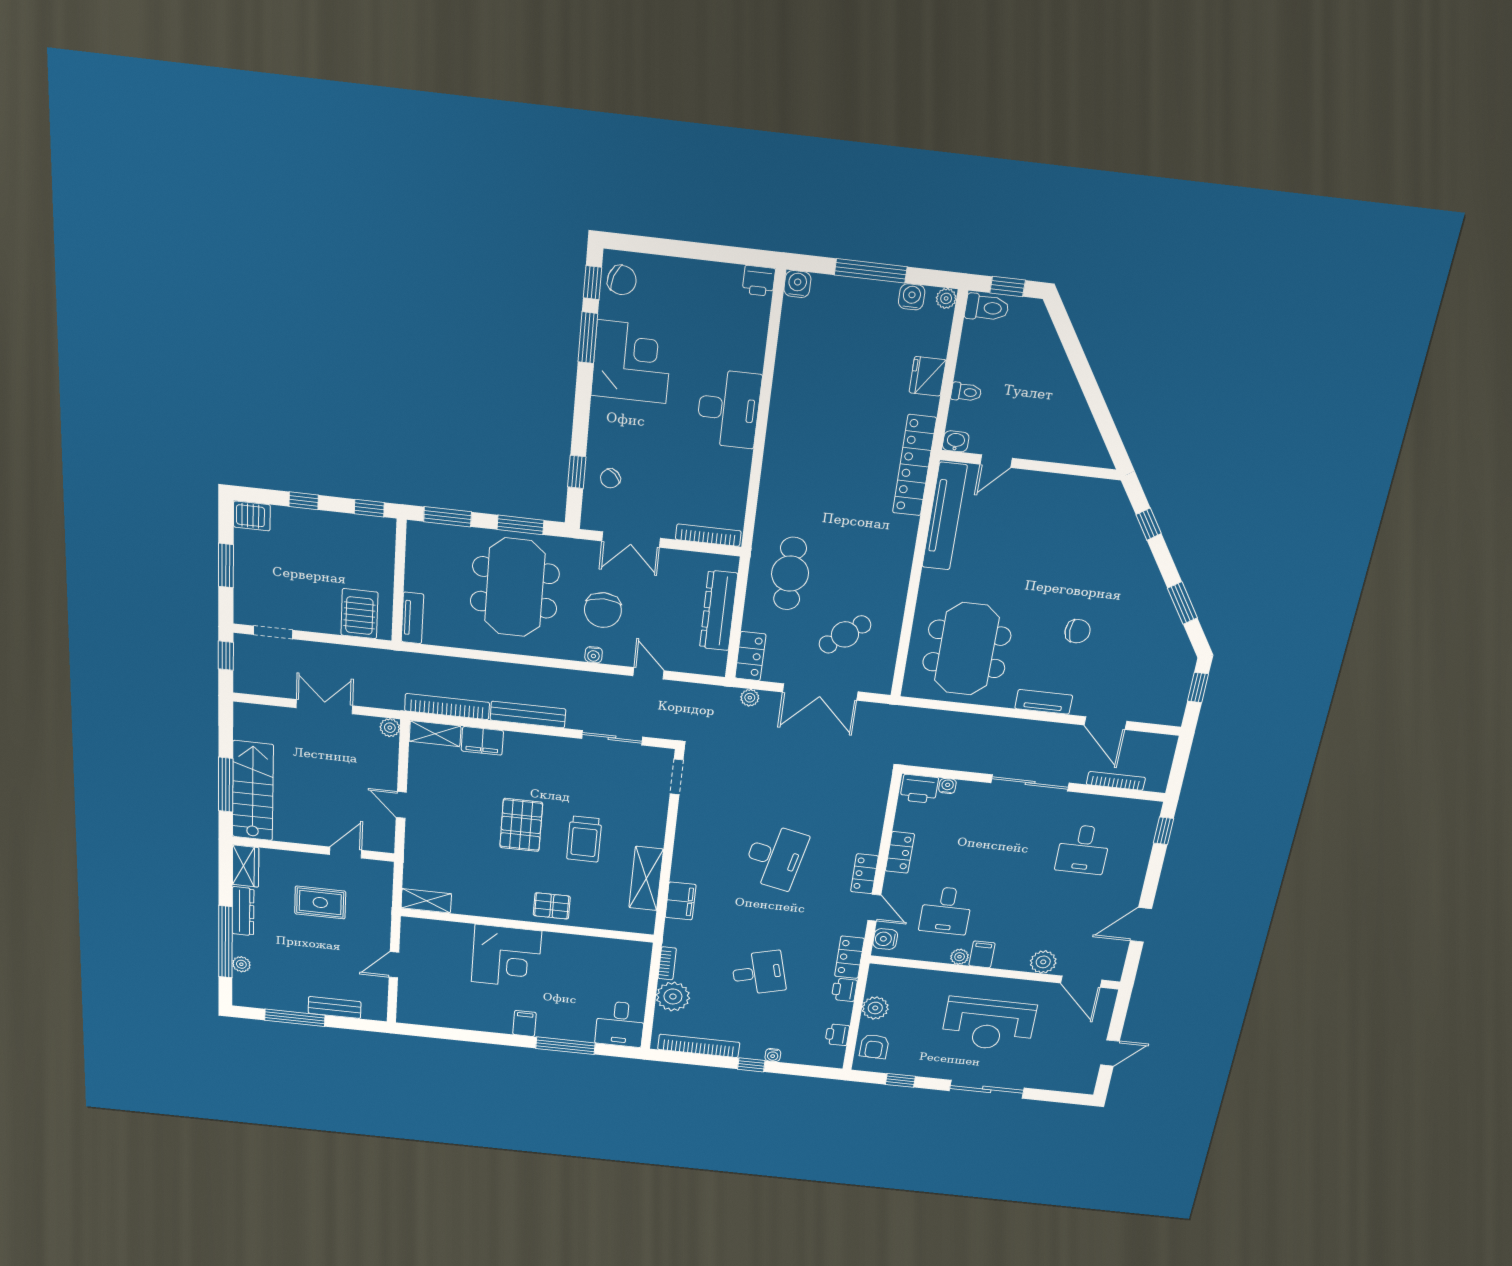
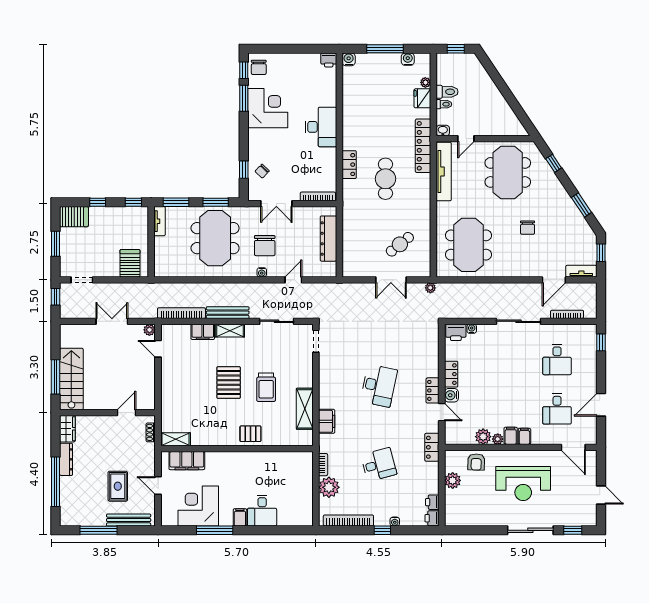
chair: (622, 280) -> (259, 67), turned 70
plant: (946, 298) -> (425, 82), moved
toilet: (987, 308) -> (447, 92), moved
server rack: (252, 516) -> (74, 217), width x1.36, depth x1.44
meeting table: (1061, 531) -> (508, 172), added
cafe table: (790, 574) -> (385, 179), moved
tv unit: (412, 618) -> (159, 221), moved
chair: (1078, 631) -> (528, 228), turned 90
locker: (750, 656) -> (349, 165), moved
door: (648, 673) -> (293, 280), hinge flipped
double door: (820, 692) -> (391, 280), width x0.73
plant: (750, 698) -> (430, 288), moved
tv unit: (1044, 702) -> (581, 271), moved
door: (1105, 723) -> (554, 280), hinge flipped
shelving: (435, 734) -> (230, 331), moved
door: (401, 805) -> (158, 349), moved
shoe rack: (385, 886) -> (151, 432), added
rug: (320, 903) -> (118, 486), moved, turned 90
desk: (946, 911) -> (557, 409), moved
filing cabinet: (443, 934) -> (187, 461), added
water cooler: (885, 939) -> (451, 395), moved
corner desk: (506, 956) -> (198, 506), moved, turned 180
filing cabinet: (1004, 958) -> (524, 436), added
plant: (1043, 962) -> (483, 437), moved
plant: (241, 964) -> (65, 496), removed
door: (394, 965) -> (158, 485), hinge flipped
printer: (844, 990) -> (432, 518), moved
bench: (335, 1007) -> (129, 520), width x1.36
desk: (620, 1024) -> (262, 511), moved
window: (565, 1046) -> (215, 530), moved
armchair: (874, 1046) -> (476, 462), moved
door: (1110, 1053) -> (601, 495), hinge flipped
window: (900, 1080) -> (573, 530), moved

